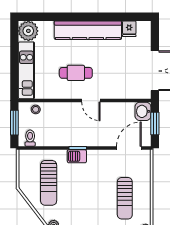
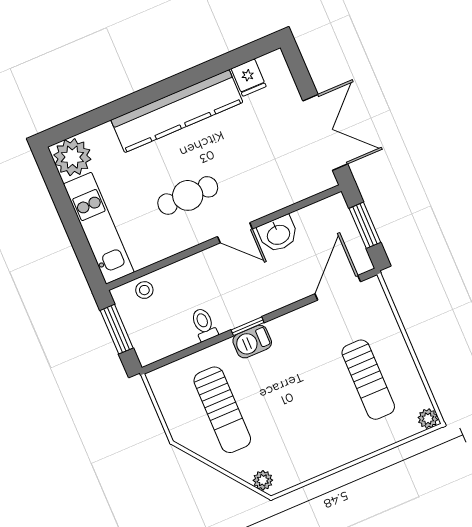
washbasin: (143, 111) -> (278, 234), moved, turned -90
toilet: (30, 138) -> (204, 324), moved

